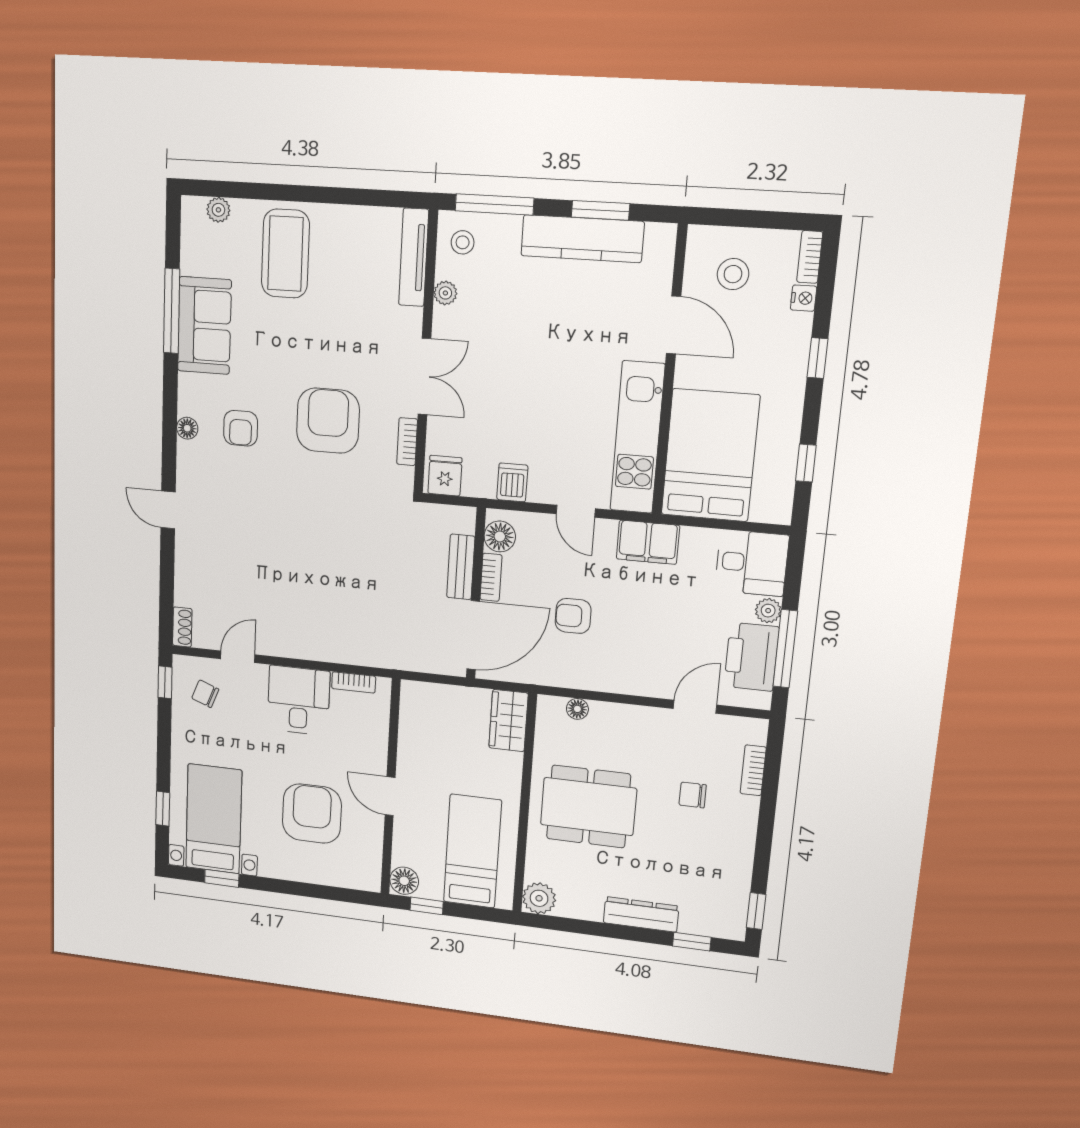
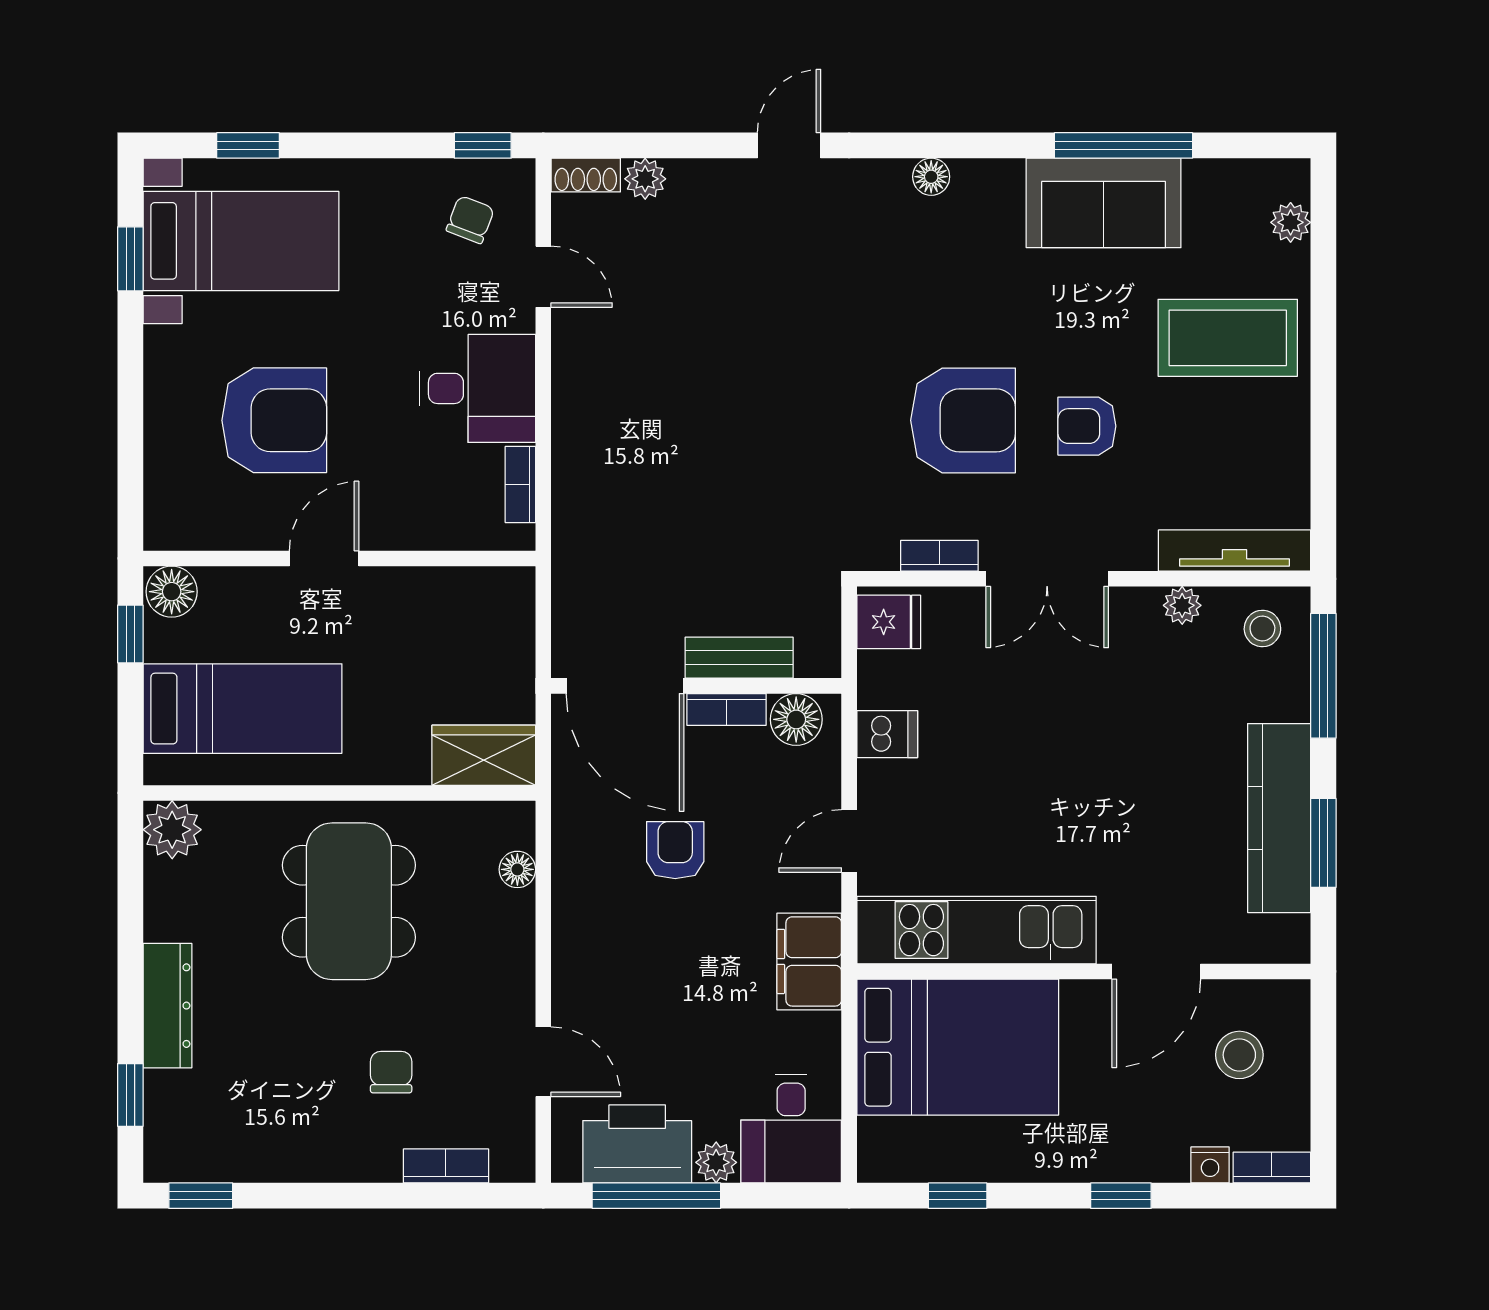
armchair: (241, 428) -> (1087, 426), moved
plant: (185, 594) -> (645, 179), added

